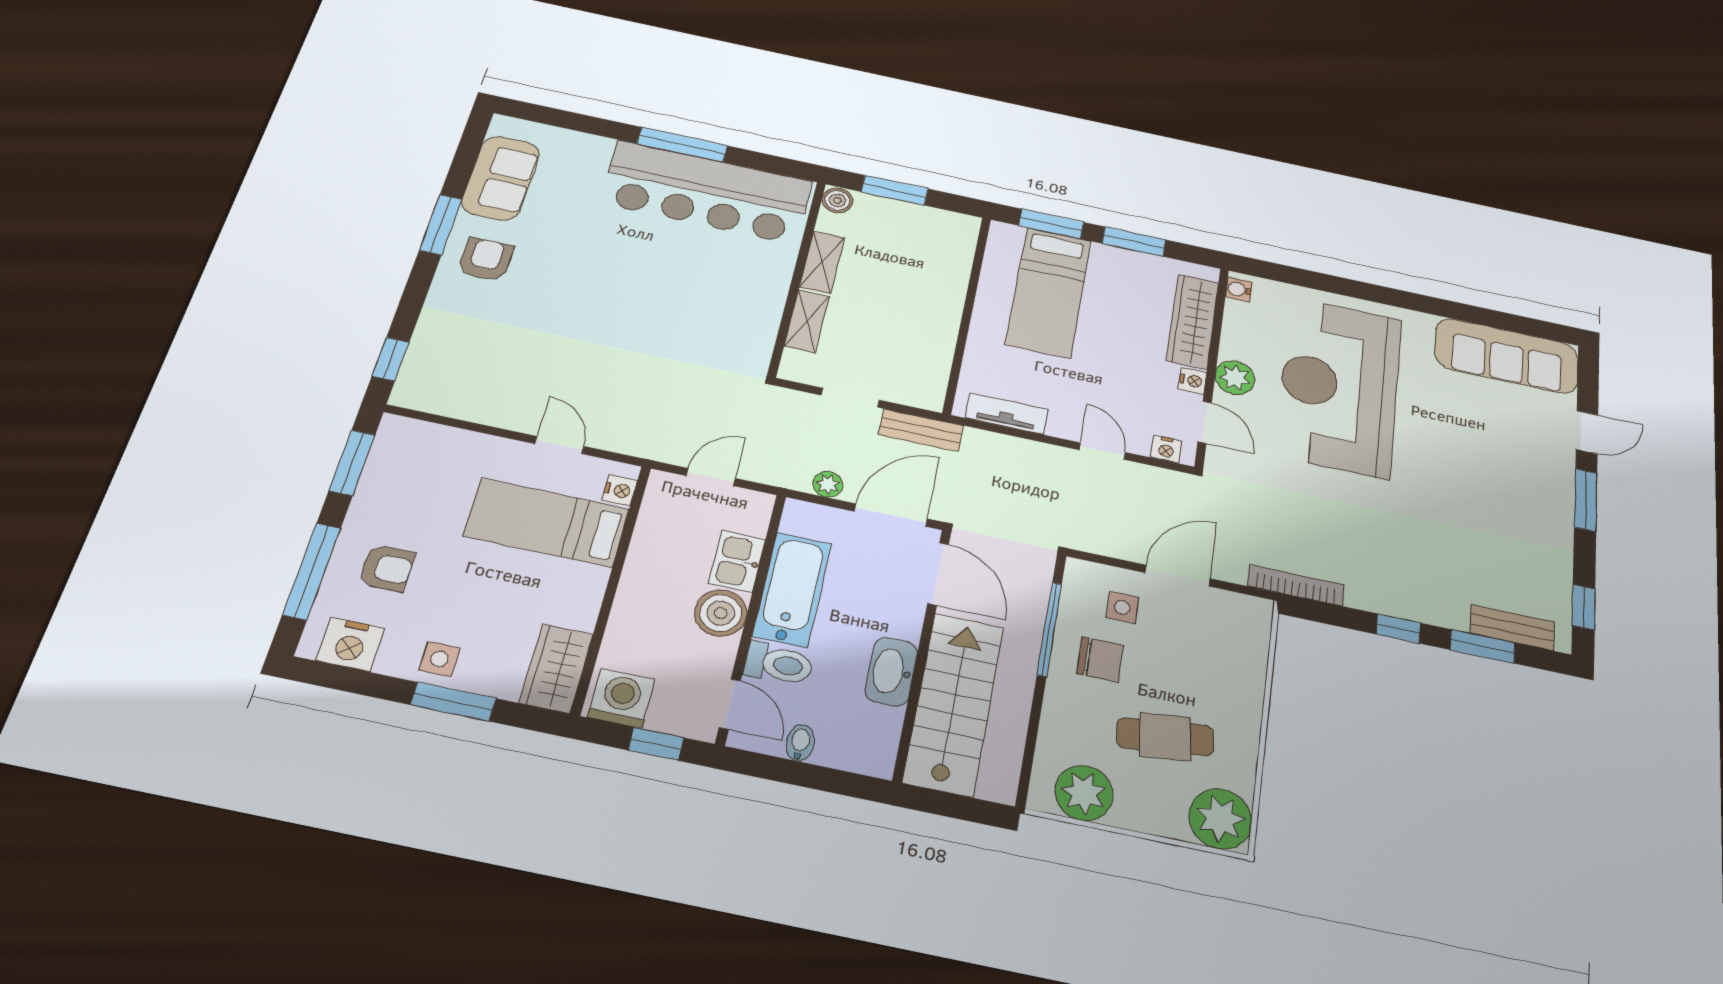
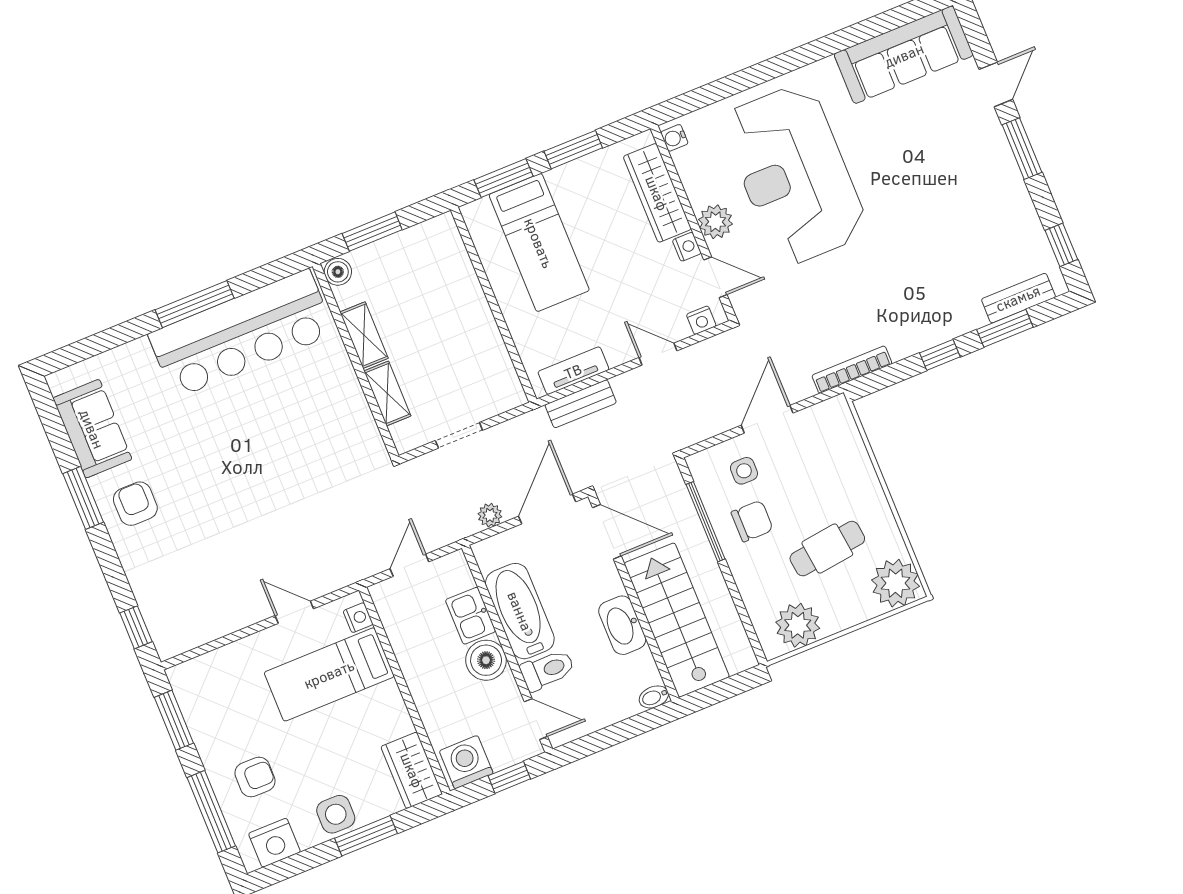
bench: (921, 430) -> (581, 404), moved
side table: (440, 659) -> (336, 814), width x1.37, depth x1.37
bidet: (800, 743) -> (654, 697), moved, turned -90

